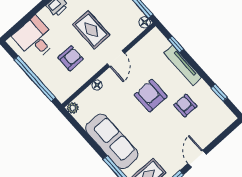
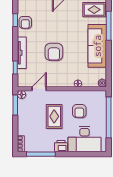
desk: (35, 38) -> (85, 139), width x1.37
armchair: (70, 58) -> (79, 111), turned -90
door: (116, 59) -> (39, 89), moved
armchair: (185, 105) -> (25, 22), moved

